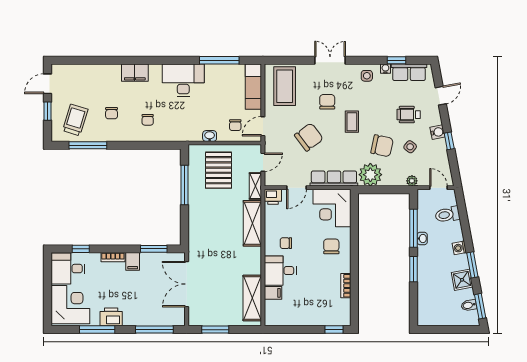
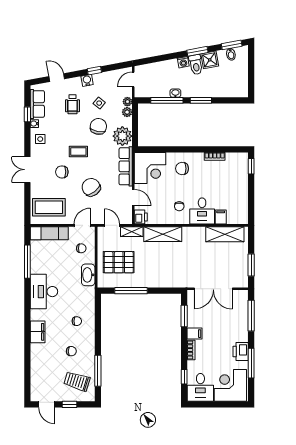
door: (263, 126) -> (82, 225), swing flipped
washbasin: (210, 136) -> (88, 275), width x1.91, depth x1.45
plant: (399, 180) -> (127, 112), added
toilet: (447, 215) -> (196, 65), moved

